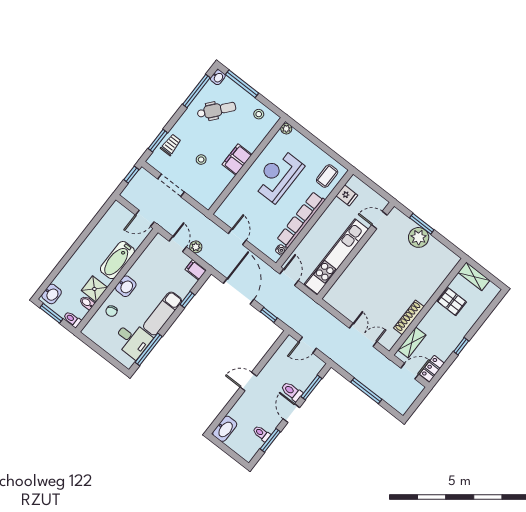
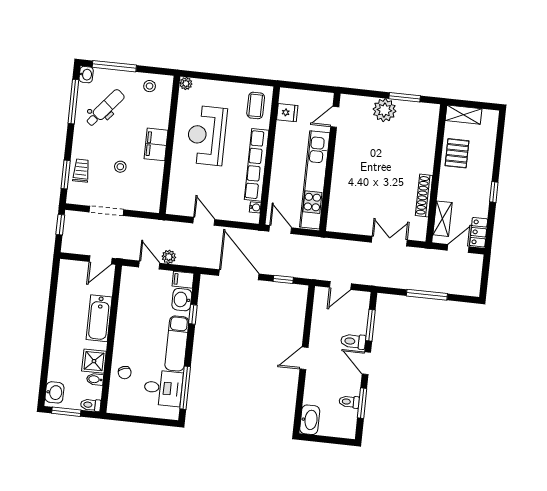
window: (422, 224) -> (405, 97), moved
washbasin: (126, 286) -> (182, 300), moved, turned 180
pallet: (452, 302) -> (457, 153), turned 90

